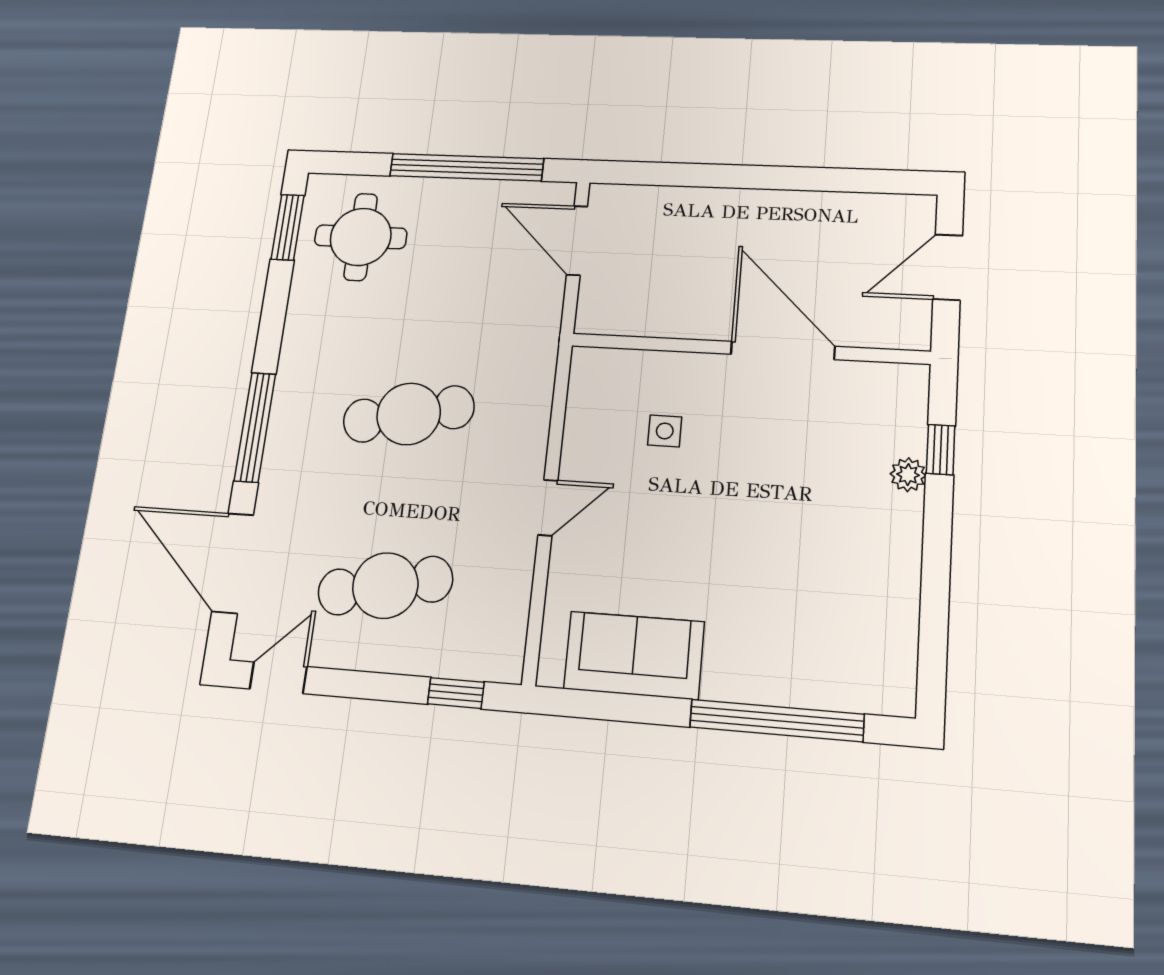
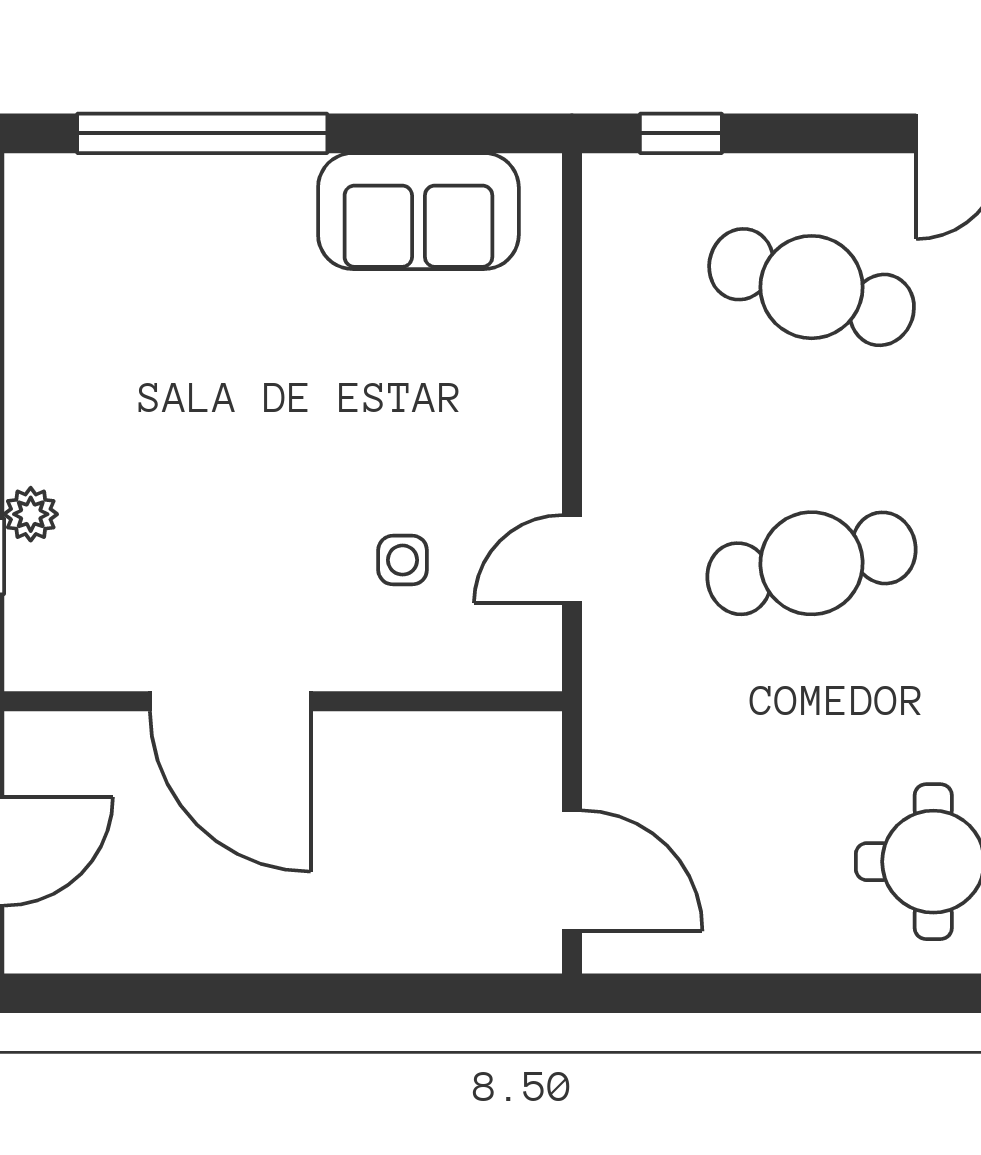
window: (466, 167) -> (770, 993), removed
door: (548, 508) -> (572, 559), moved
cafe table: (385, 586) -> (812, 287), turned 30

